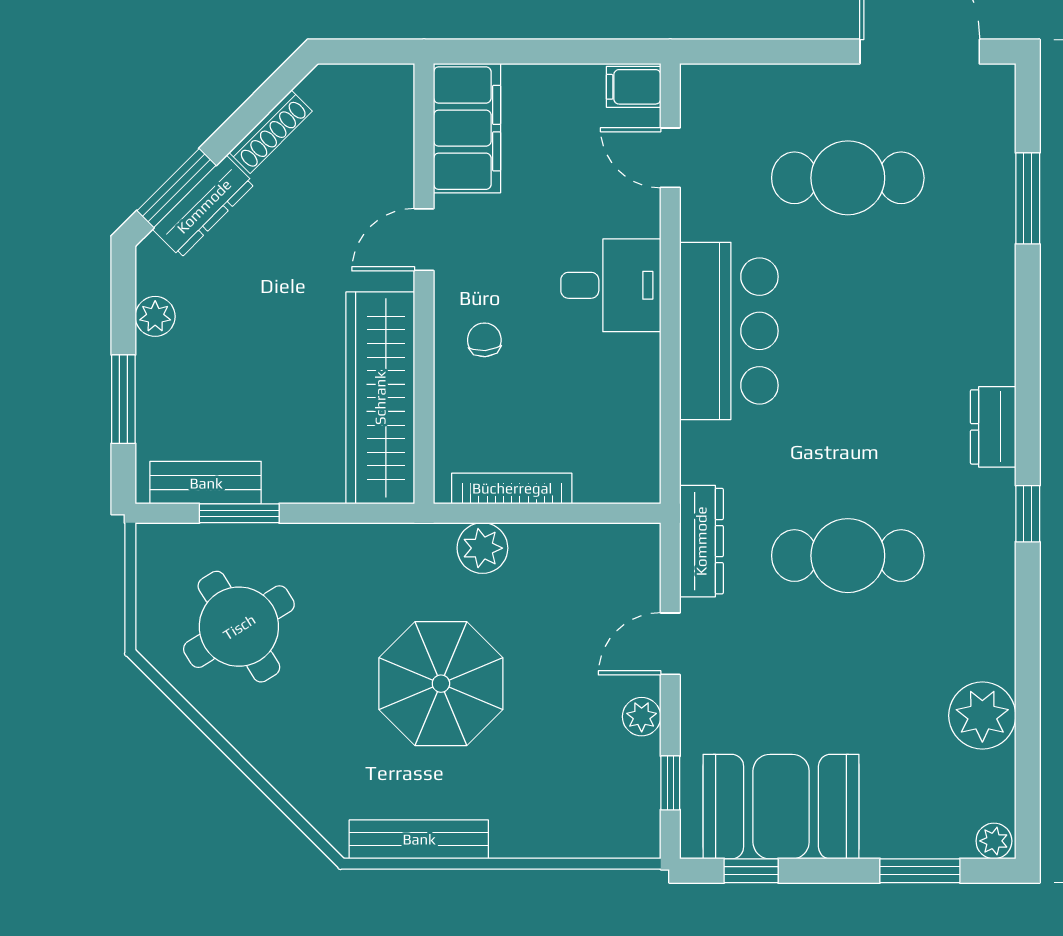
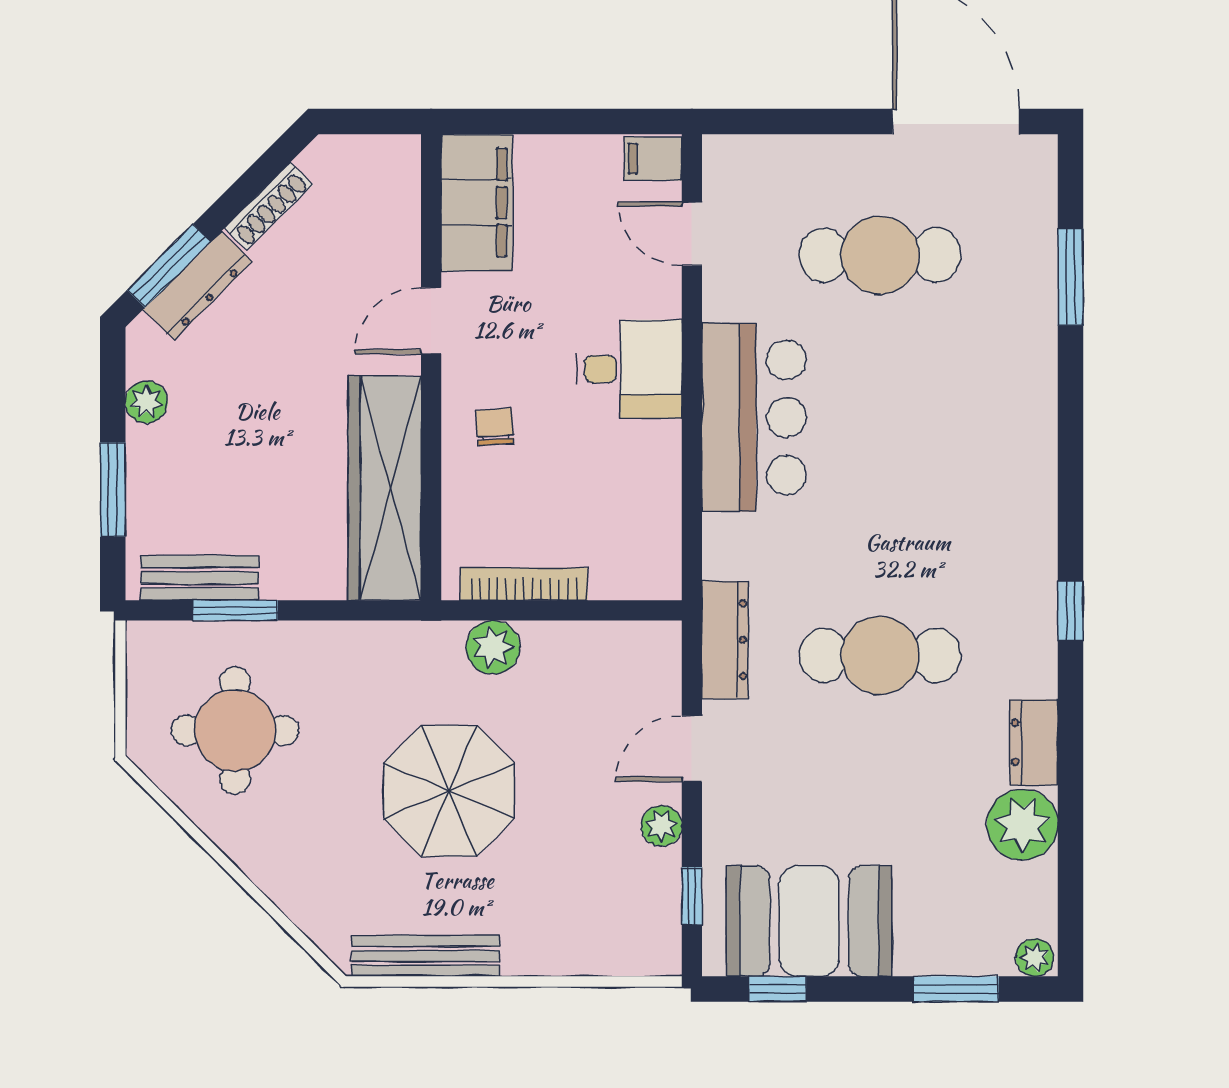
dresser: (993, 427) -> (1034, 742), moved
round table: (239, 627) -> (235, 731), turned 32

